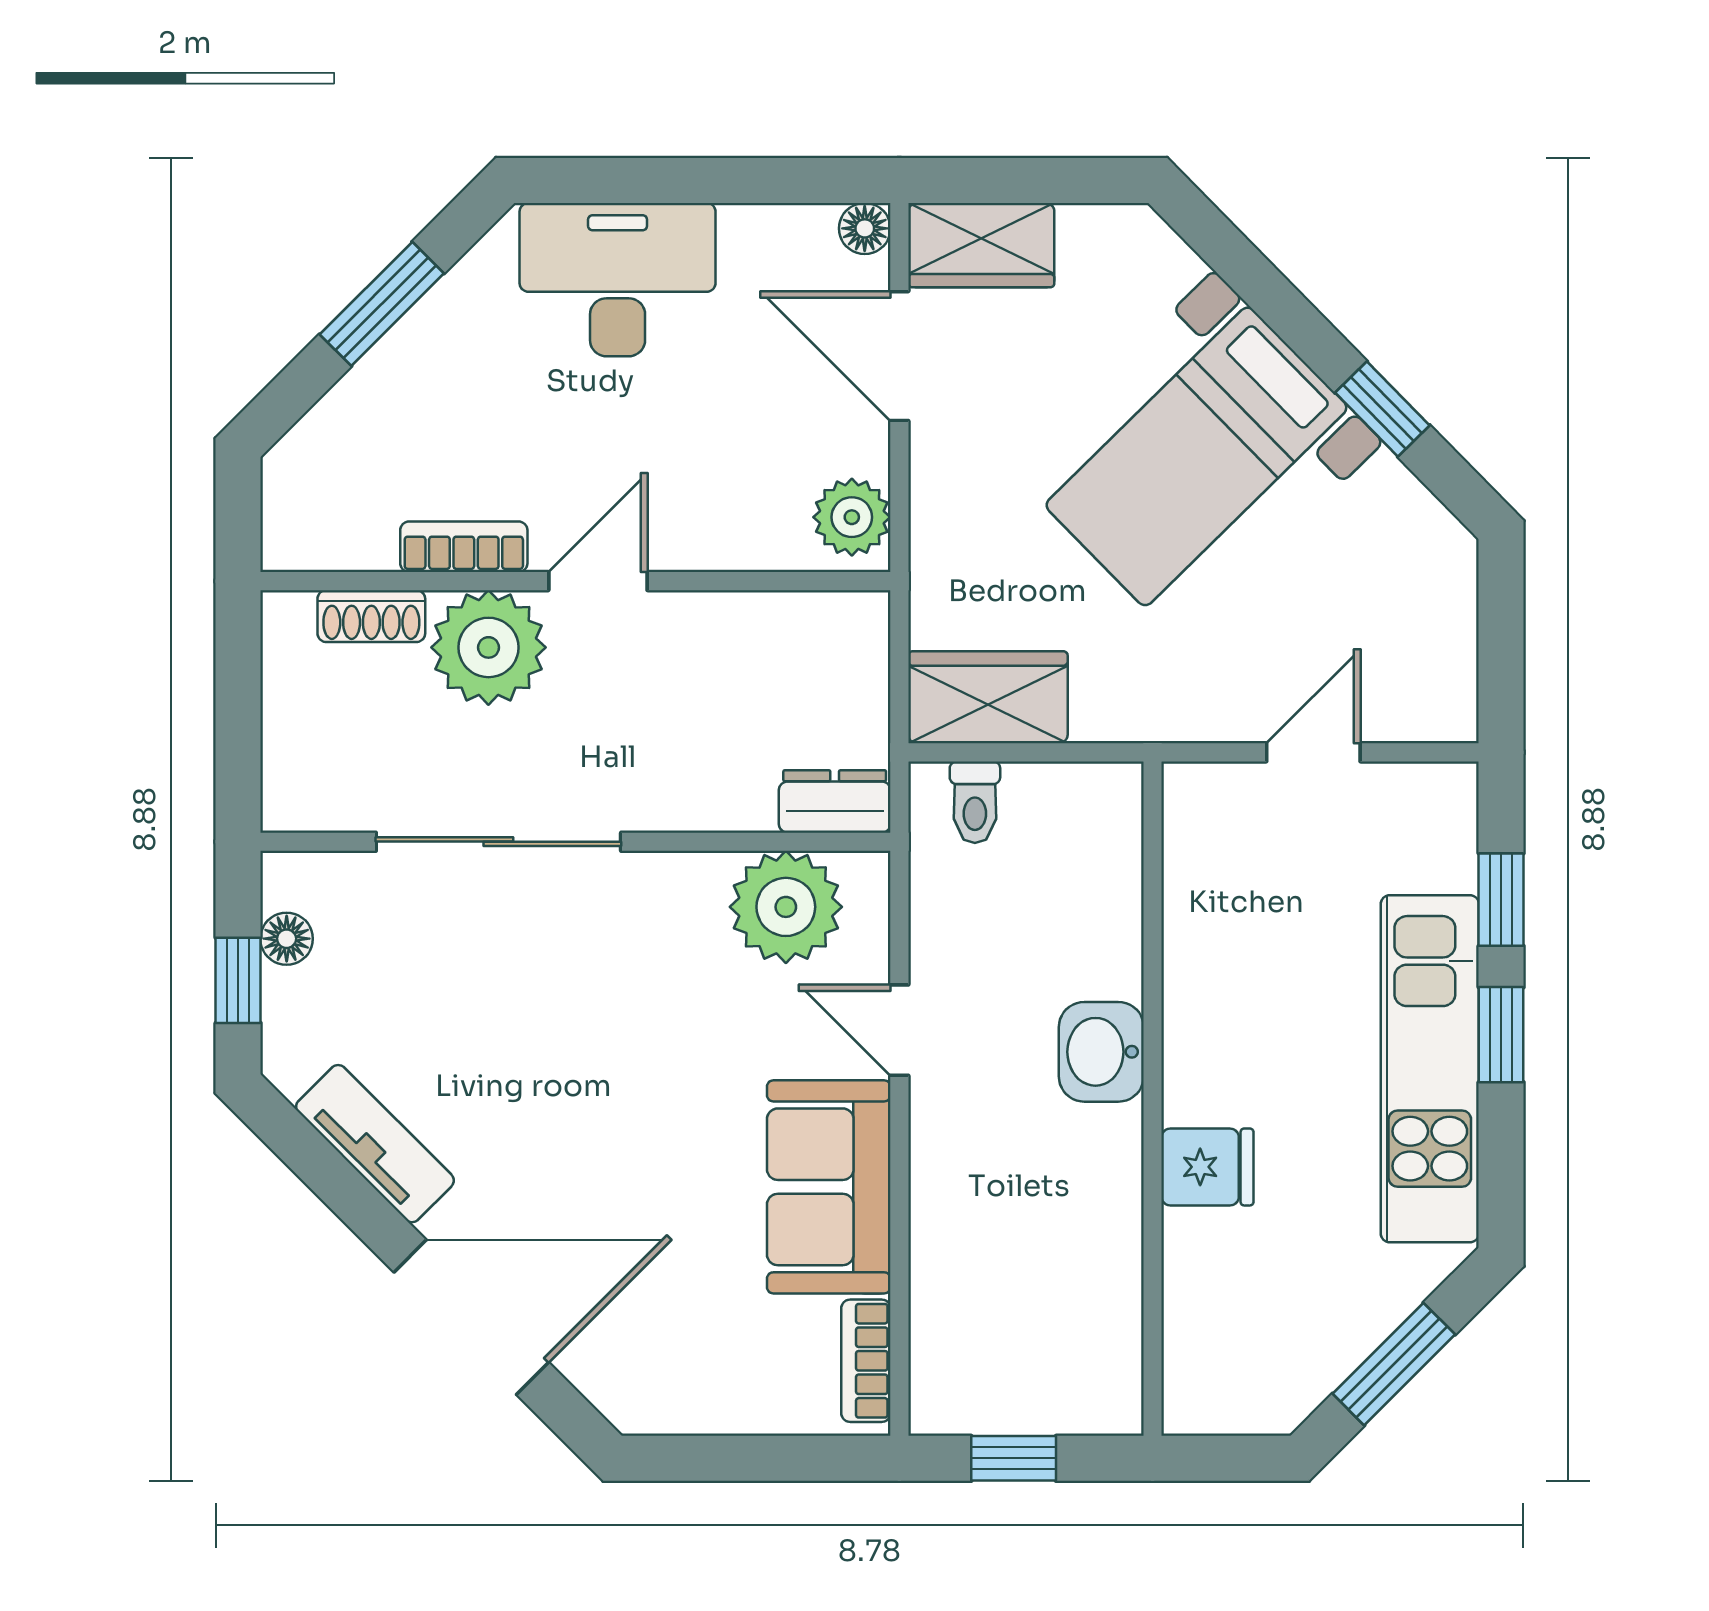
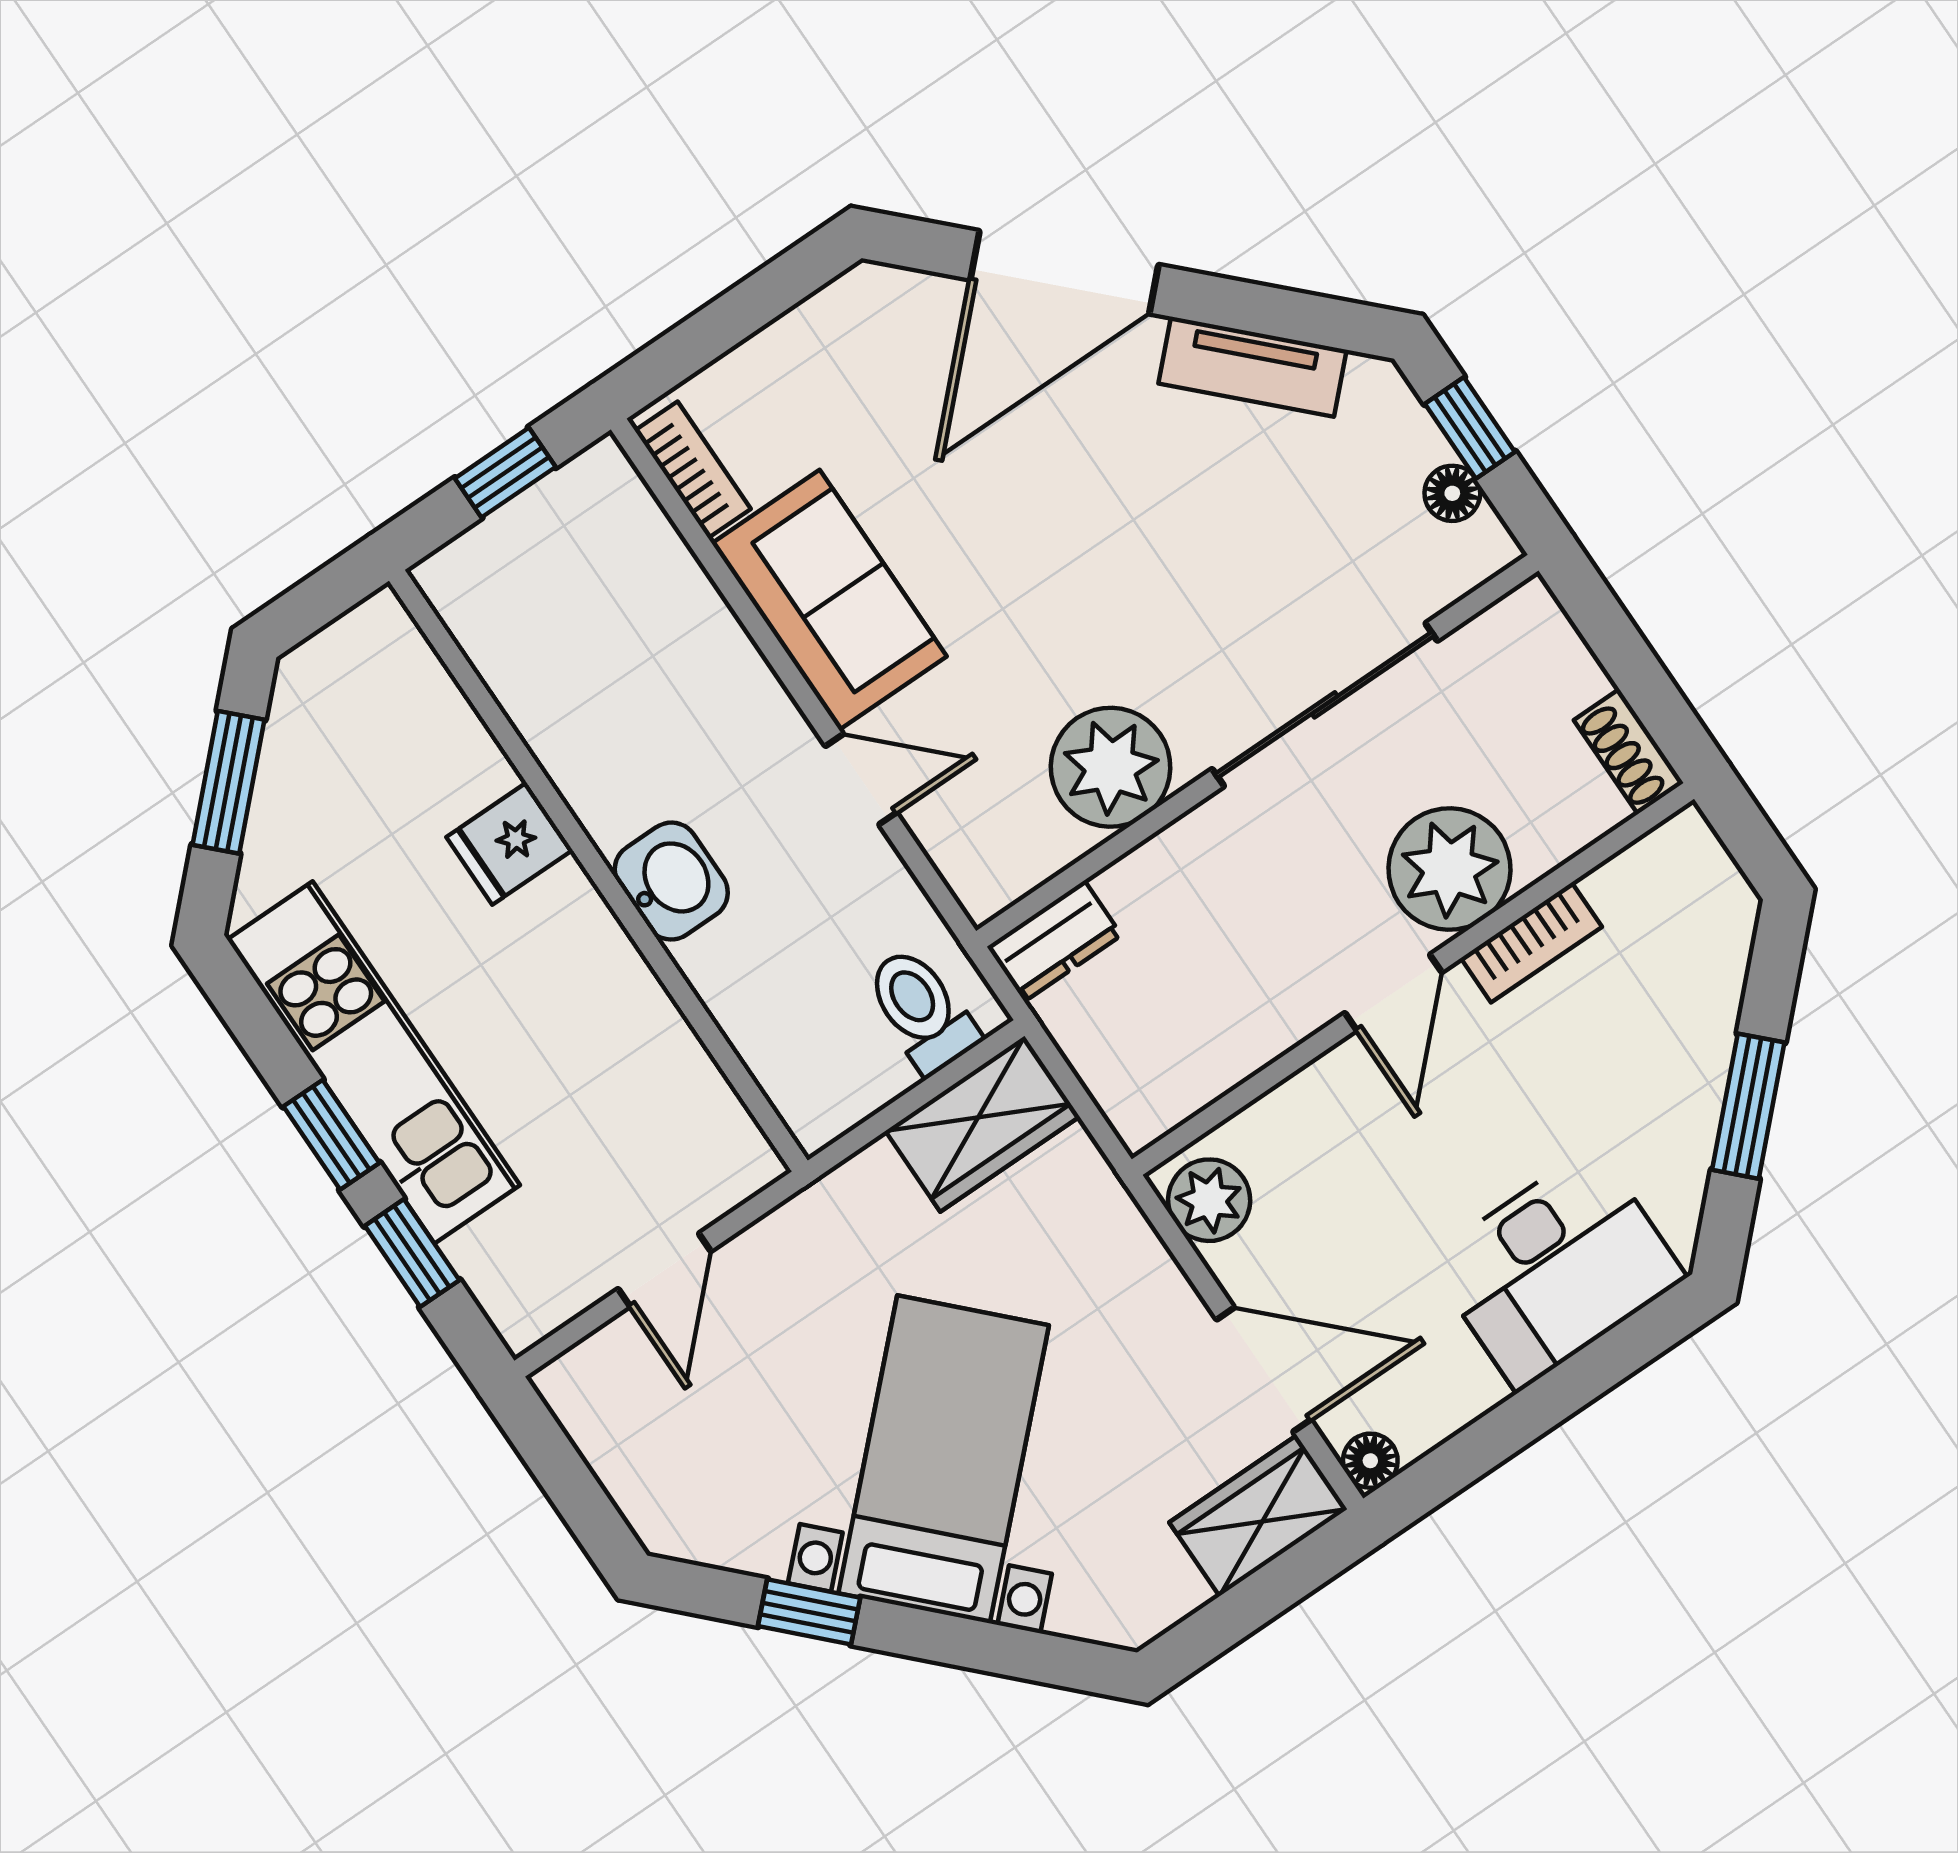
shoe rack: (371, 616) -> (1629, 752), moved, turned -90
toilet: (975, 802) -> (922, 1010), width x1.37, depth x1.39
plant: (786, 907) -> (1111, 767), moved

